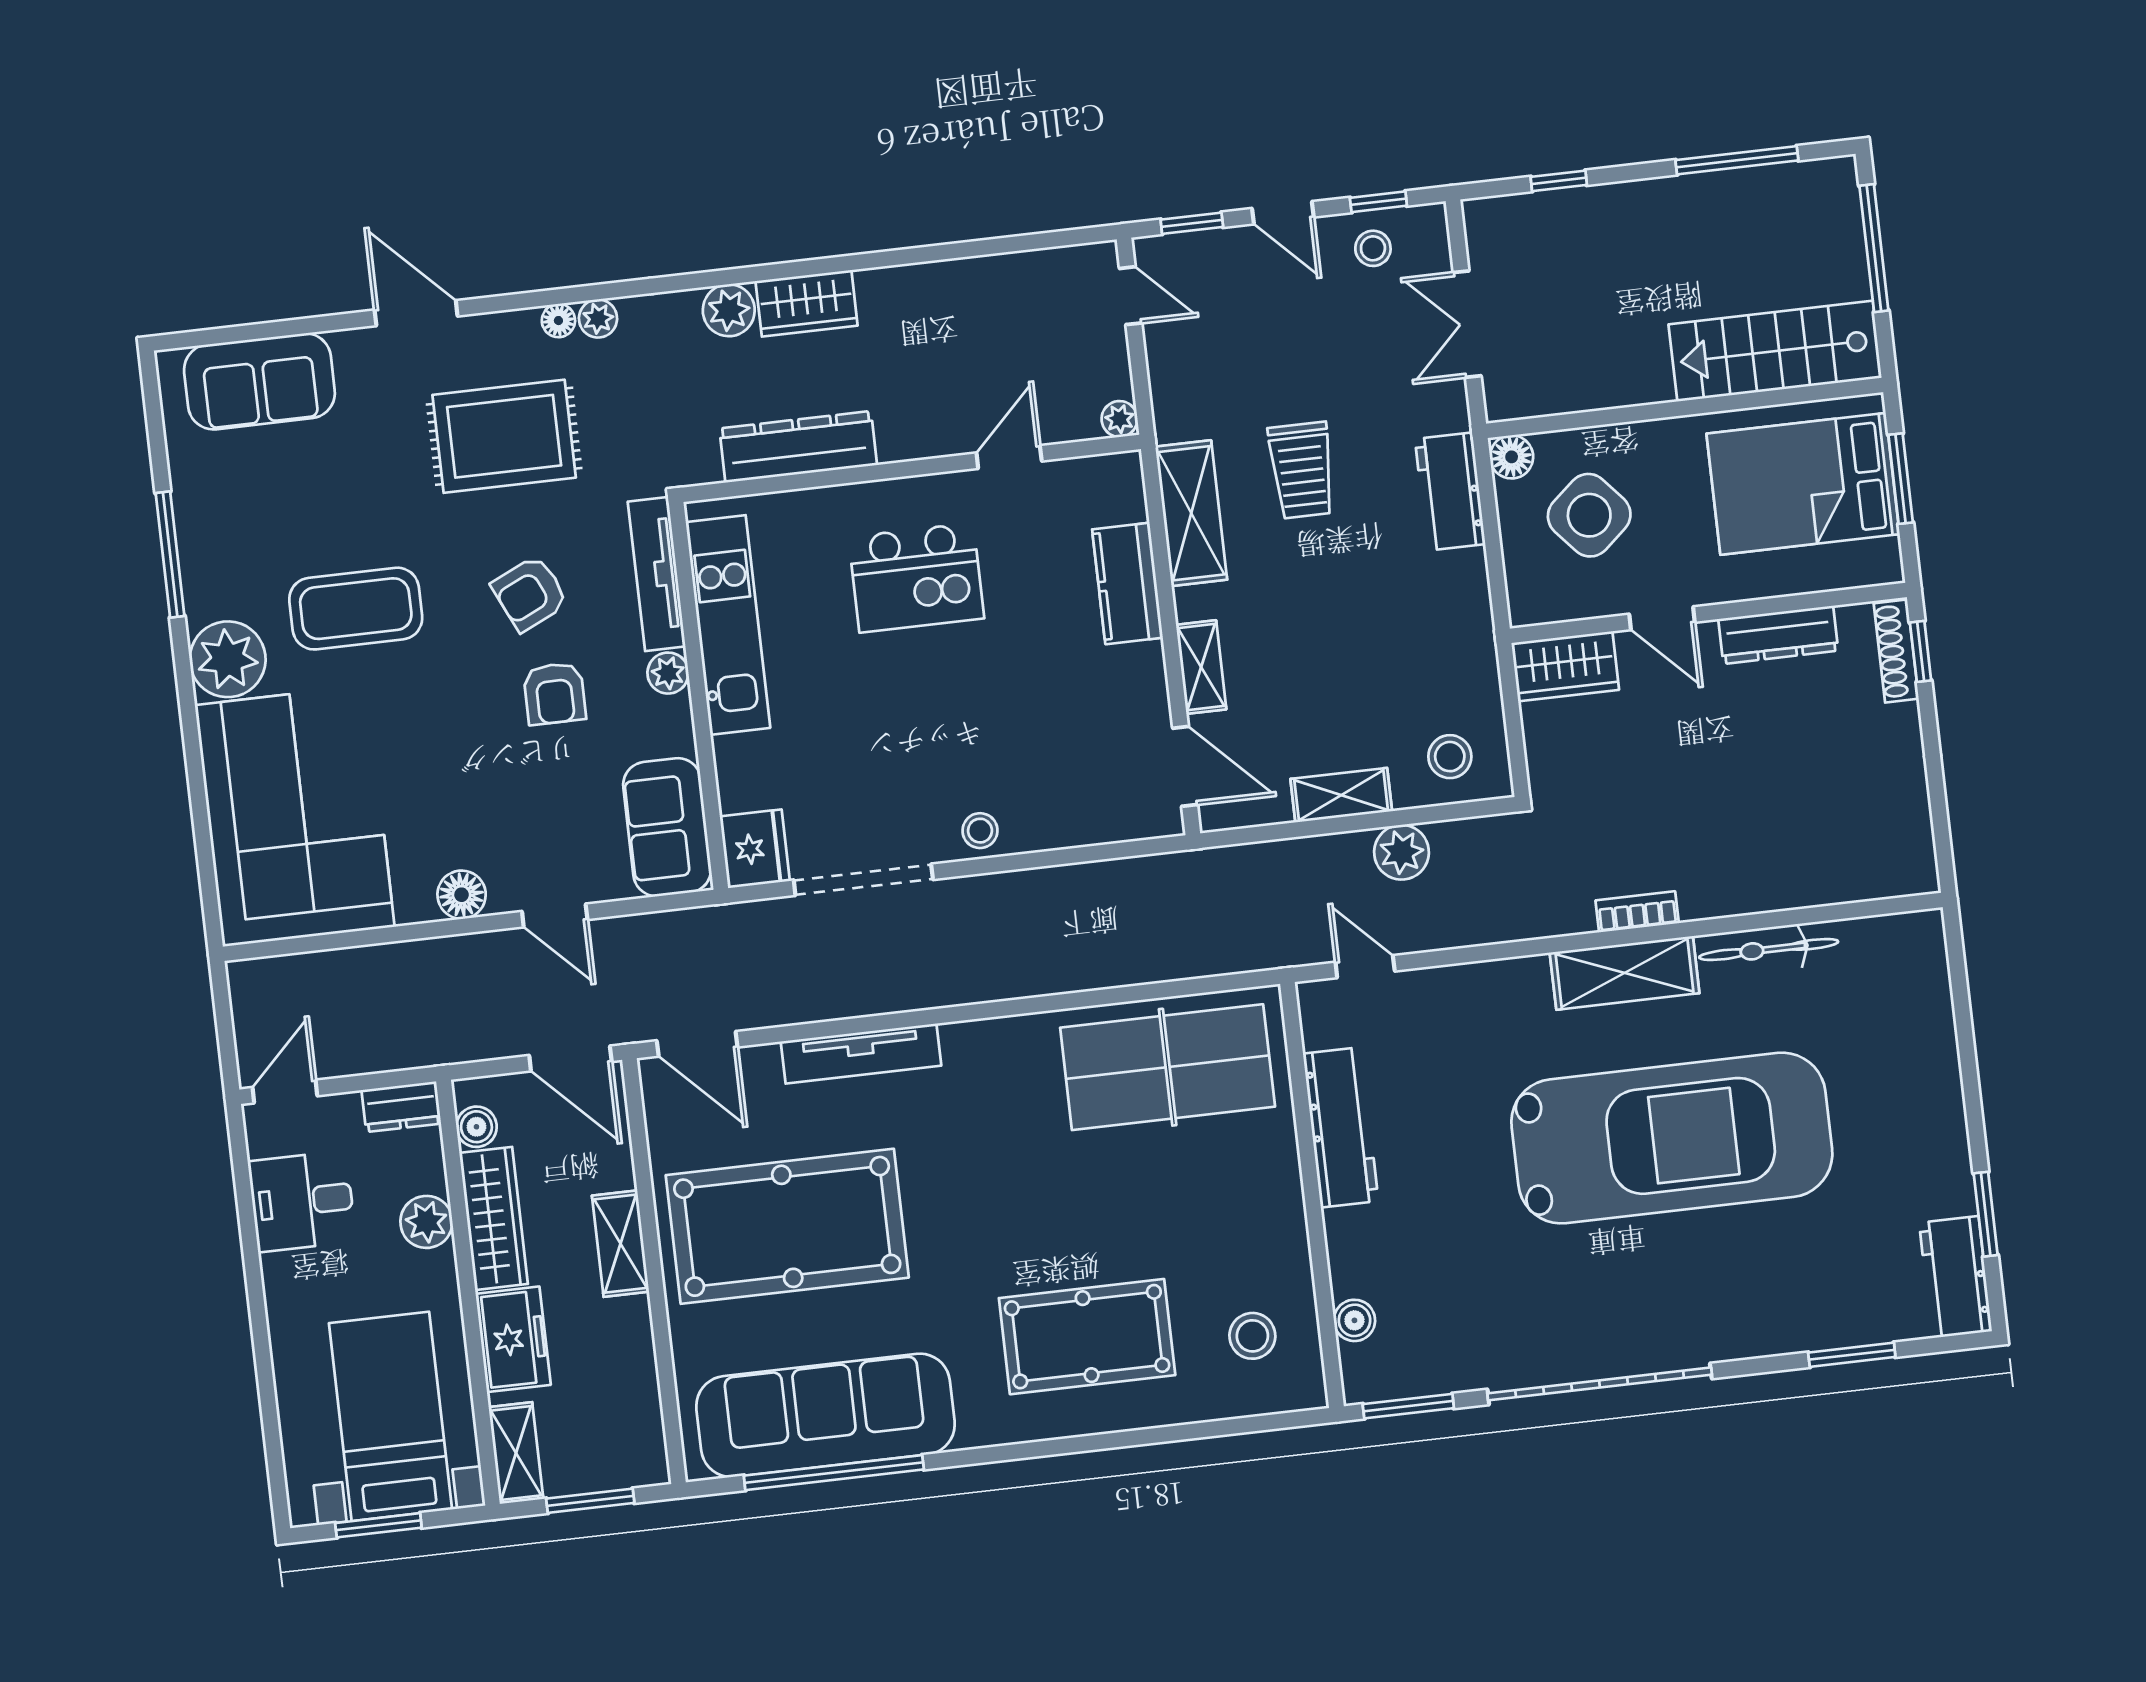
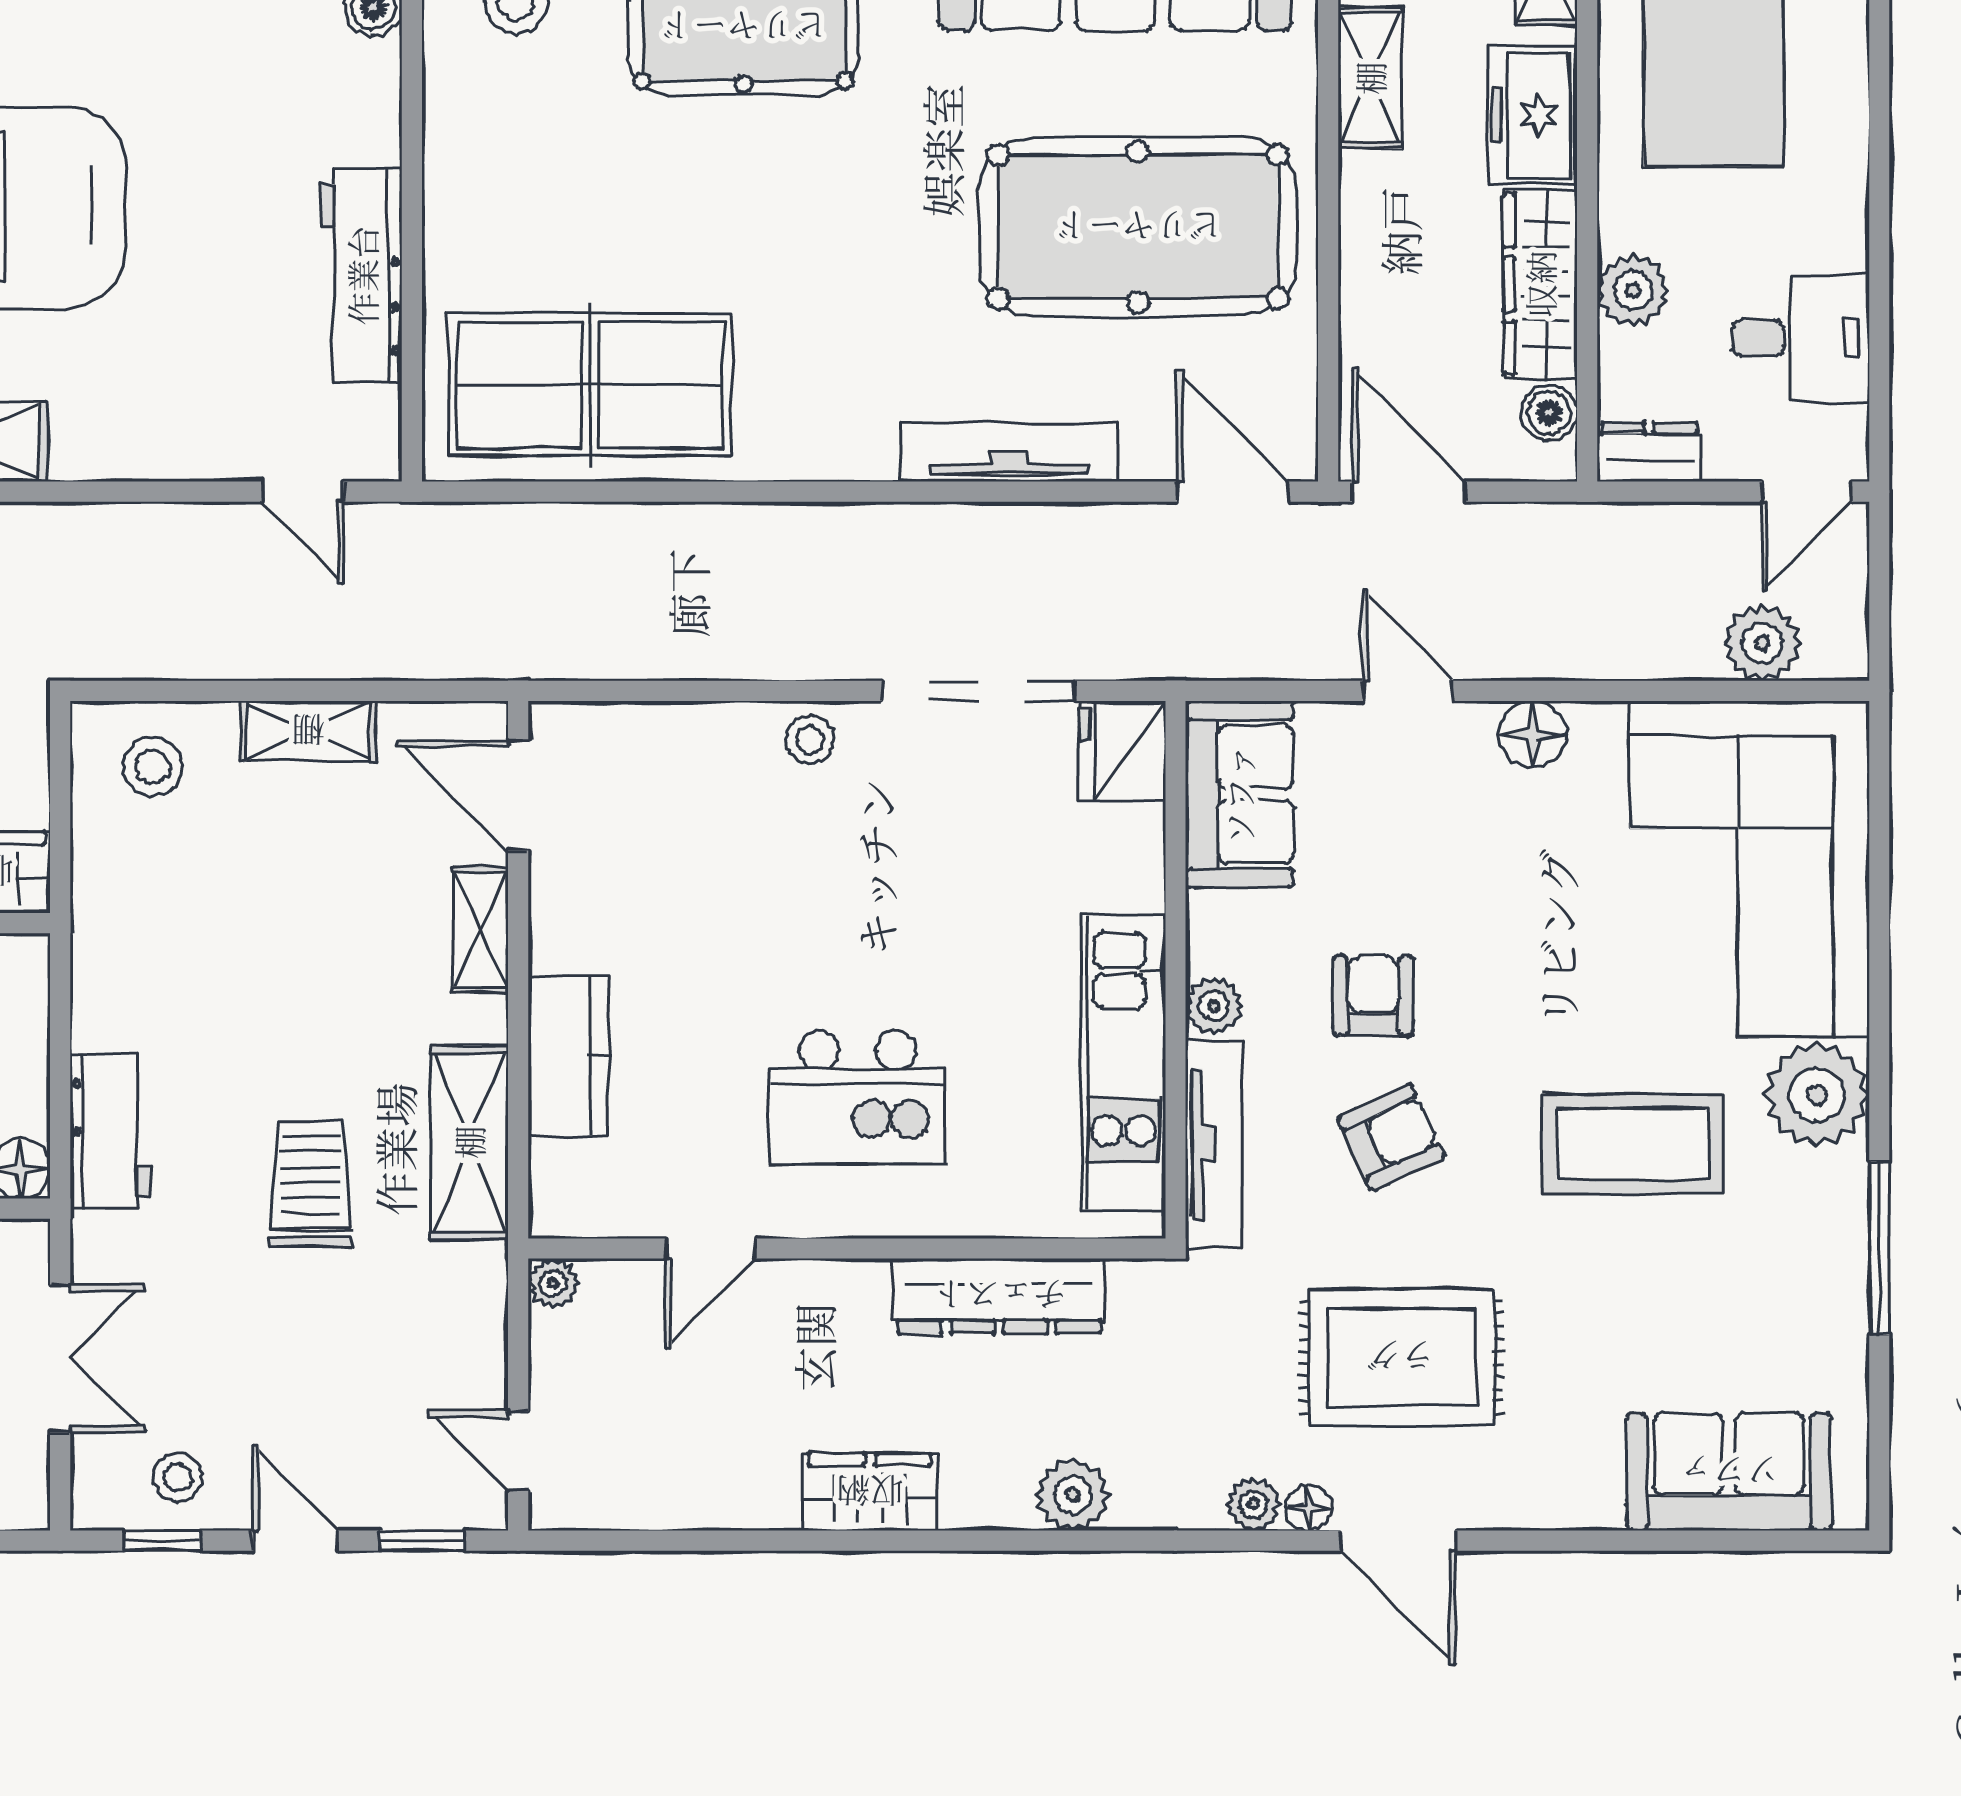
wardrobe: (807, 303) -> (870, 1492), moved
door: (416, 313) -> (1398, 1541), moved
kitchen island: (916, 578) -> (857, 1097), turned 180
plant: (1402, 852) -> (1762, 643), moved
shelving: (620, 1244) -> (1370, 78), moved

